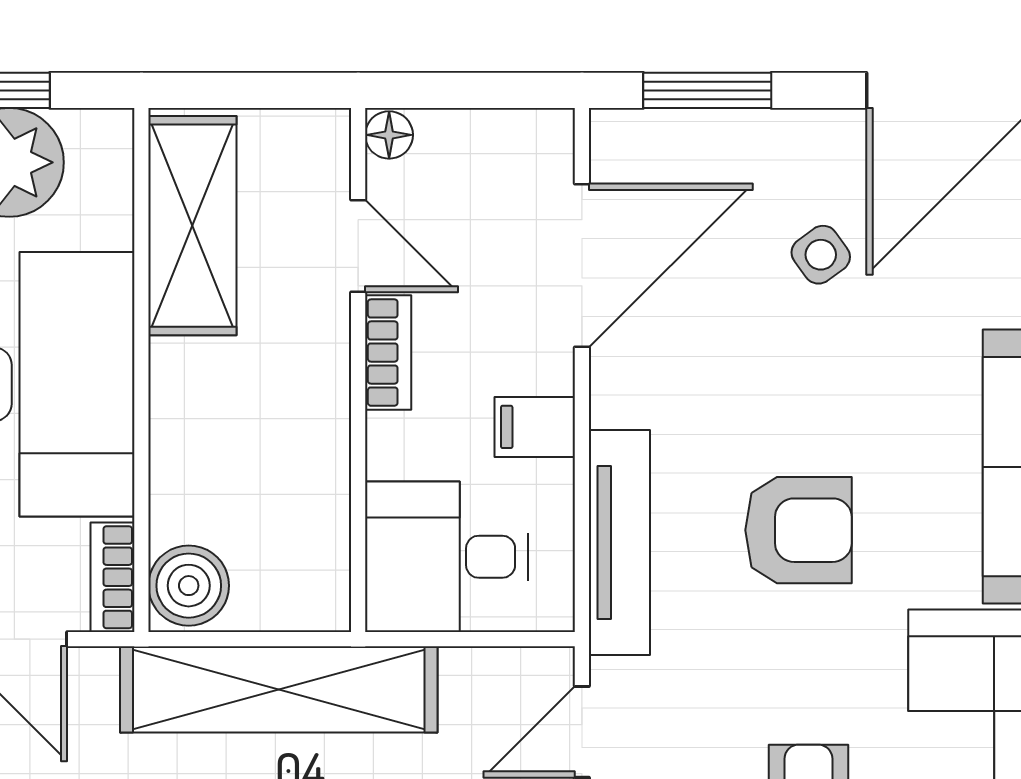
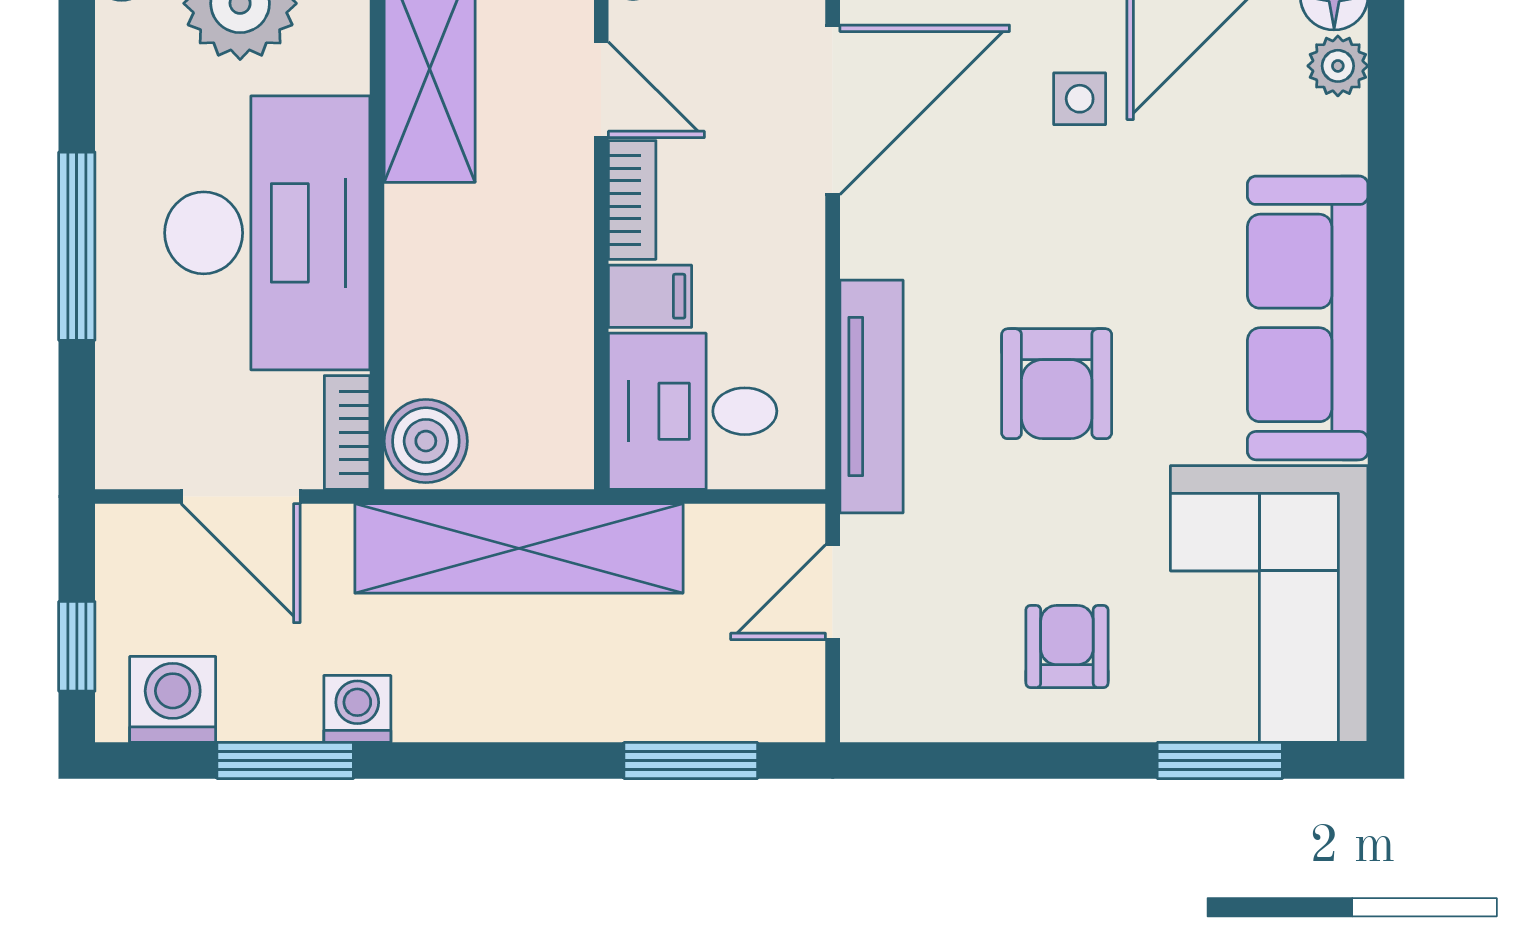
side table: (821, 255) -> (1080, 99), turned 36
filing cabinet: (535, 427) -> (650, 296), moved, turned 180
armchair: (798, 530) -> (1057, 384), turned 90

